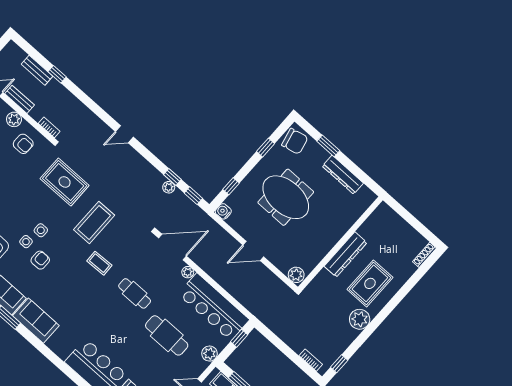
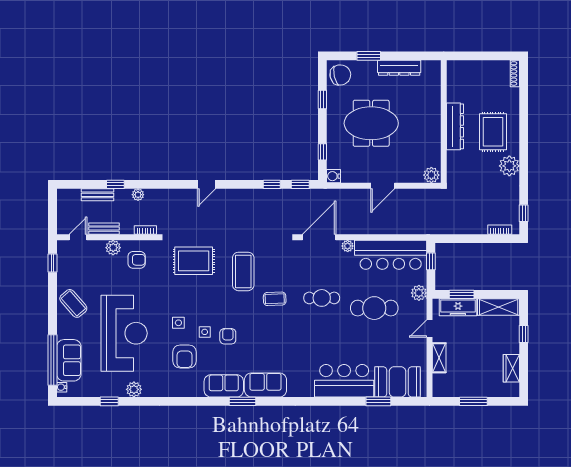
plant: (169, 187) -> (138, 195), moved
side table: (41, 230) -> (178, 323), moved

